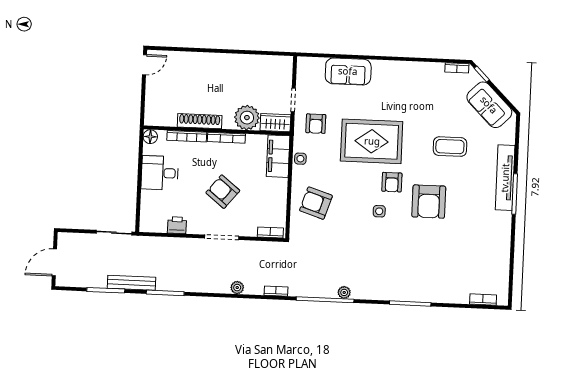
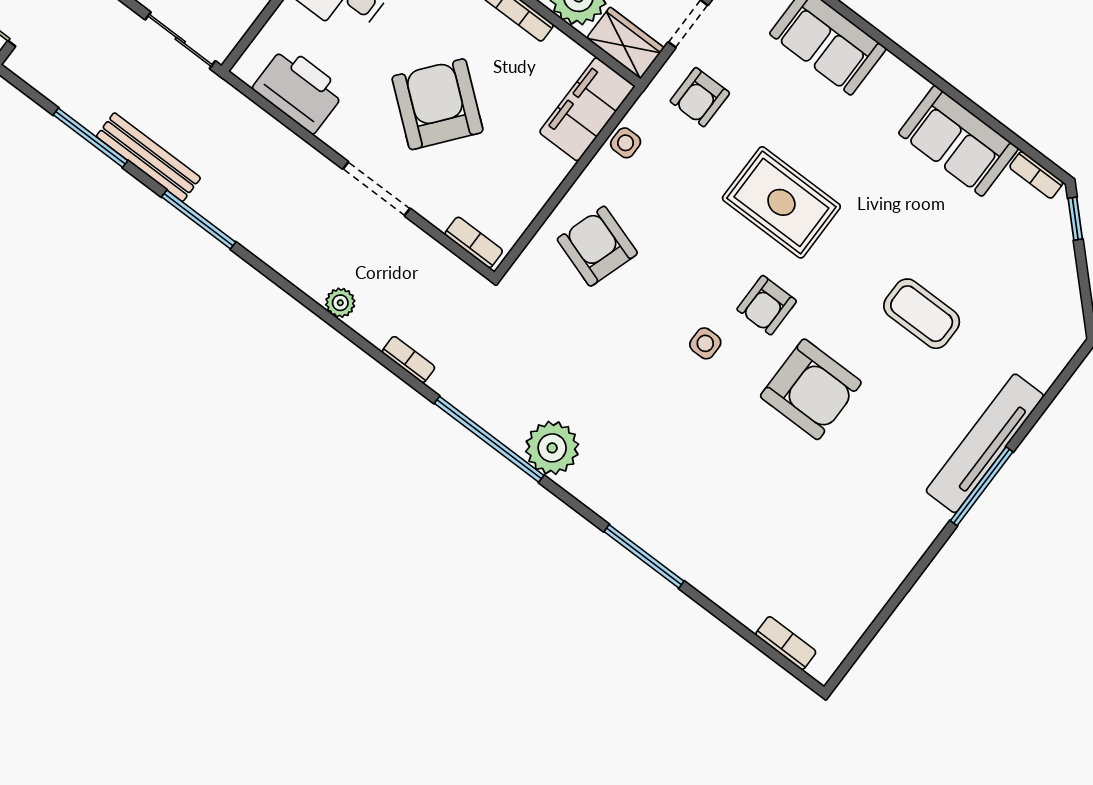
sofa: (489, 105) -> (958, 141), moved, turned -45
rug: (372, 141) -> (781, 202), width x0.73, depth x0.69
armchair: (223, 192) -> (437, 104), width x1.36, depth x1.36
armchair: (429, 202) -> (811, 389), turned -90
printer: (177, 225) -> (299, 90), width x1.87, depth x1.48
plant: (344, 292) -> (552, 448), width x1.87, depth x1.87

